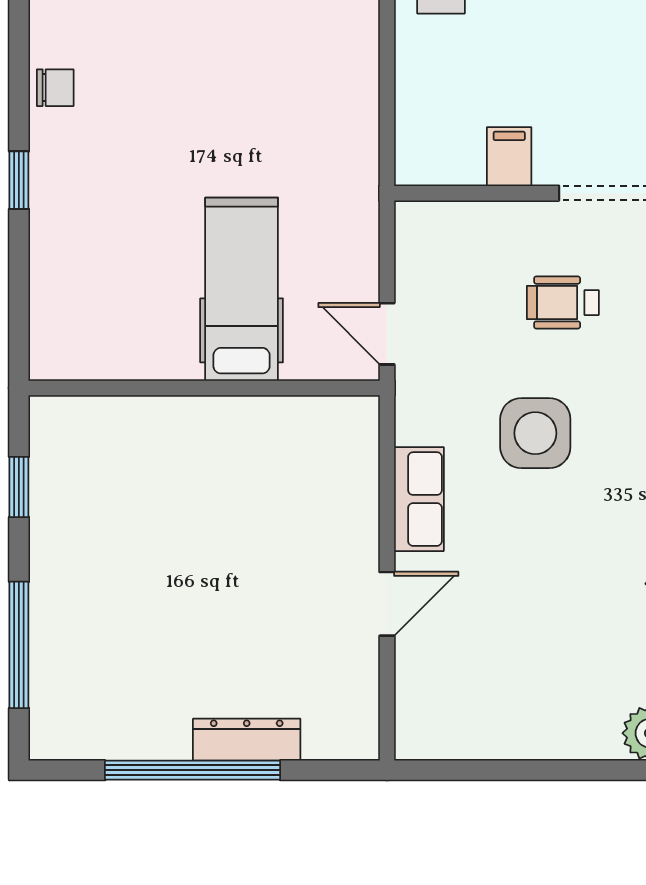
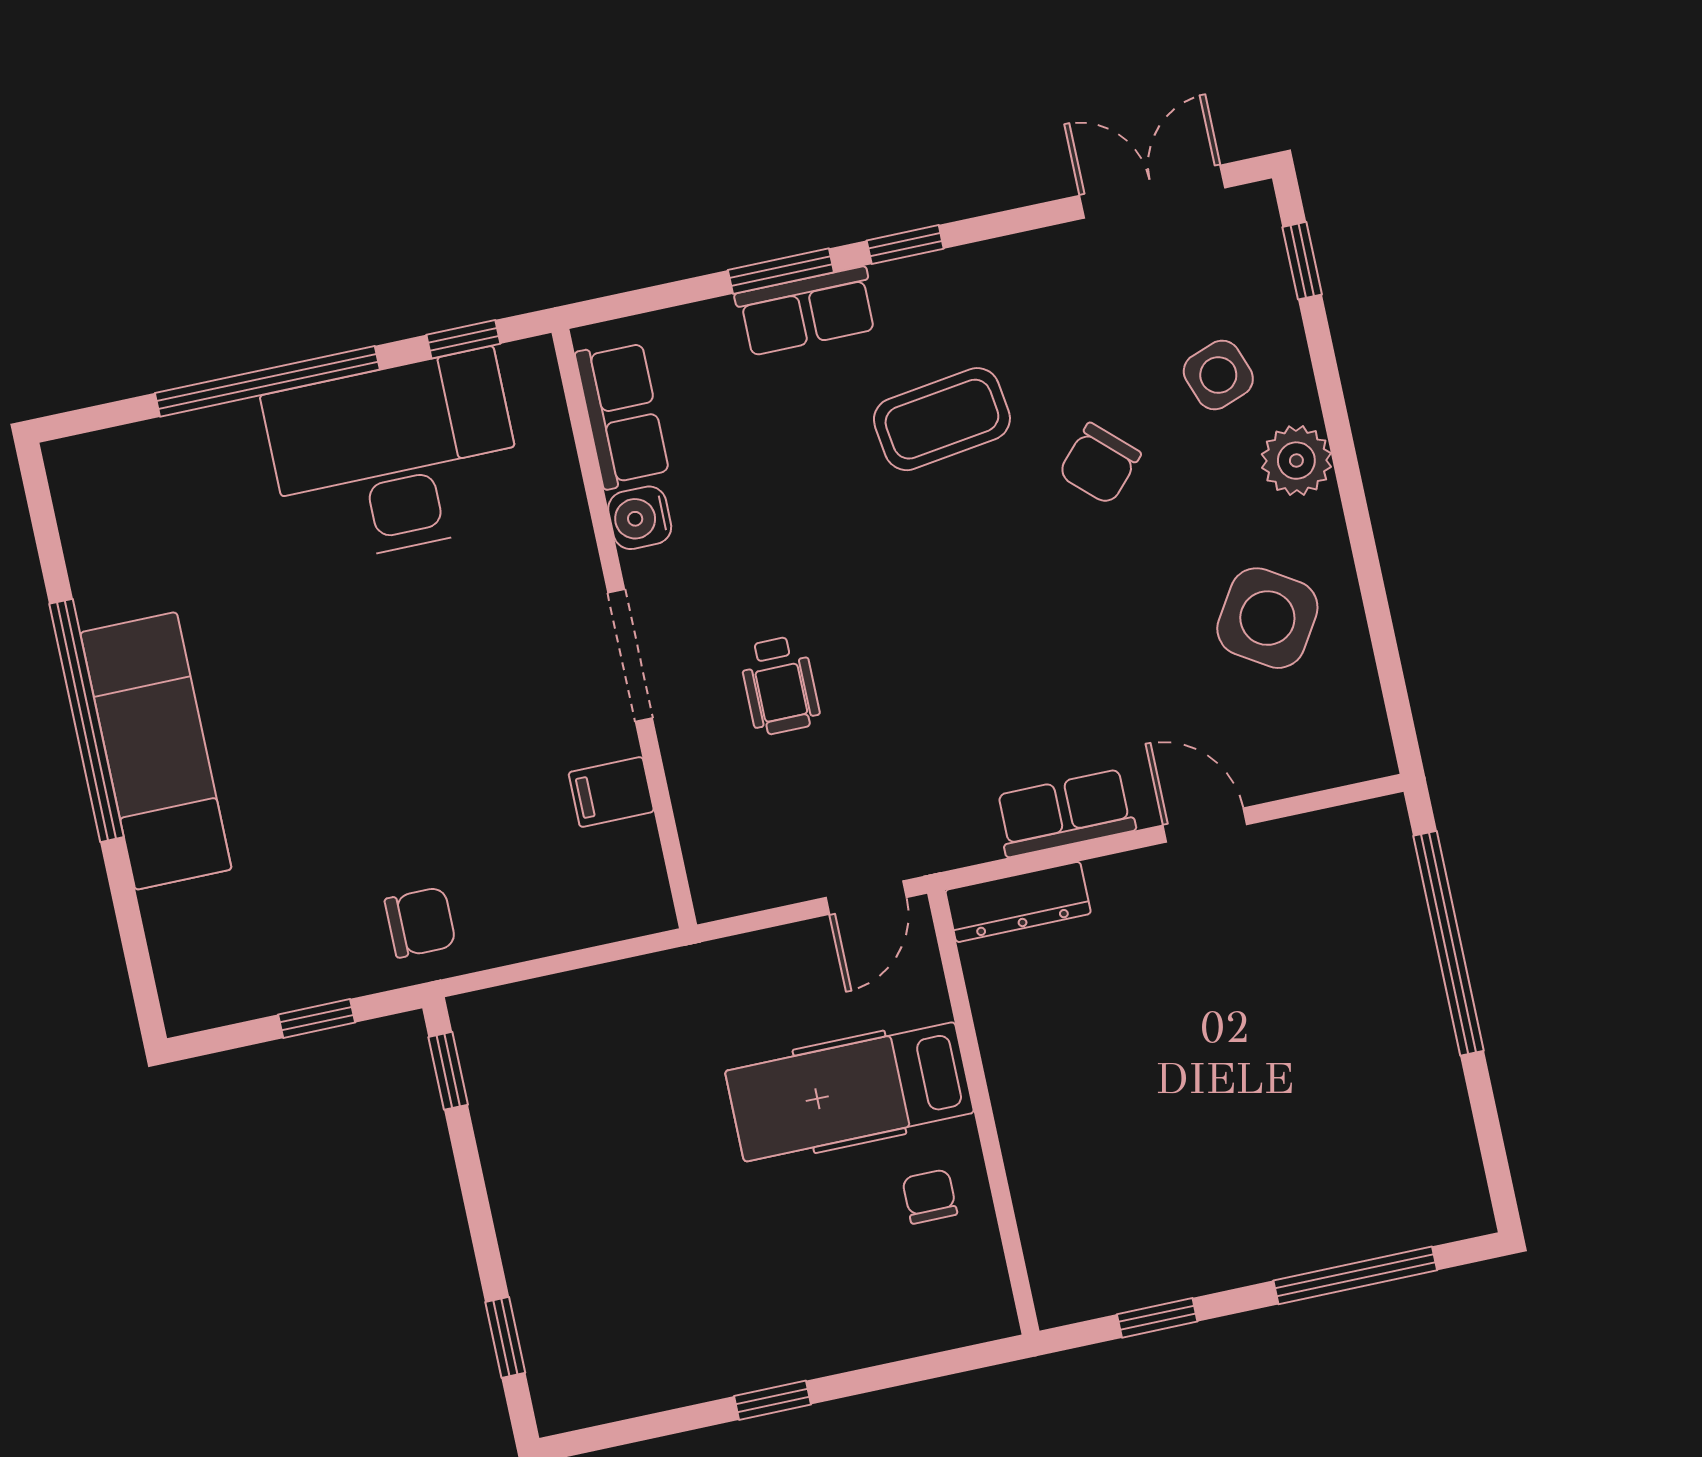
chair: (55, 88) -> (930, 1196), moved
side table: (535, 433) -> (1267, 618), moved, turned 32
dresser: (247, 740) -> (1018, 902), moved, turned -90
window: (193, 770) -> (1448, 943), moved

